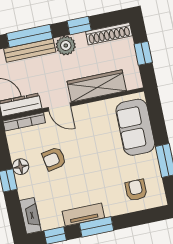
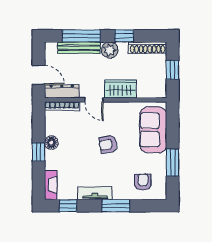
wardrobe: (97, 86) -> (120, 89), width x0.67
armchair: (54, 159) -> (108, 144), moved
window: (96, 227) -> (116, 206), moved

